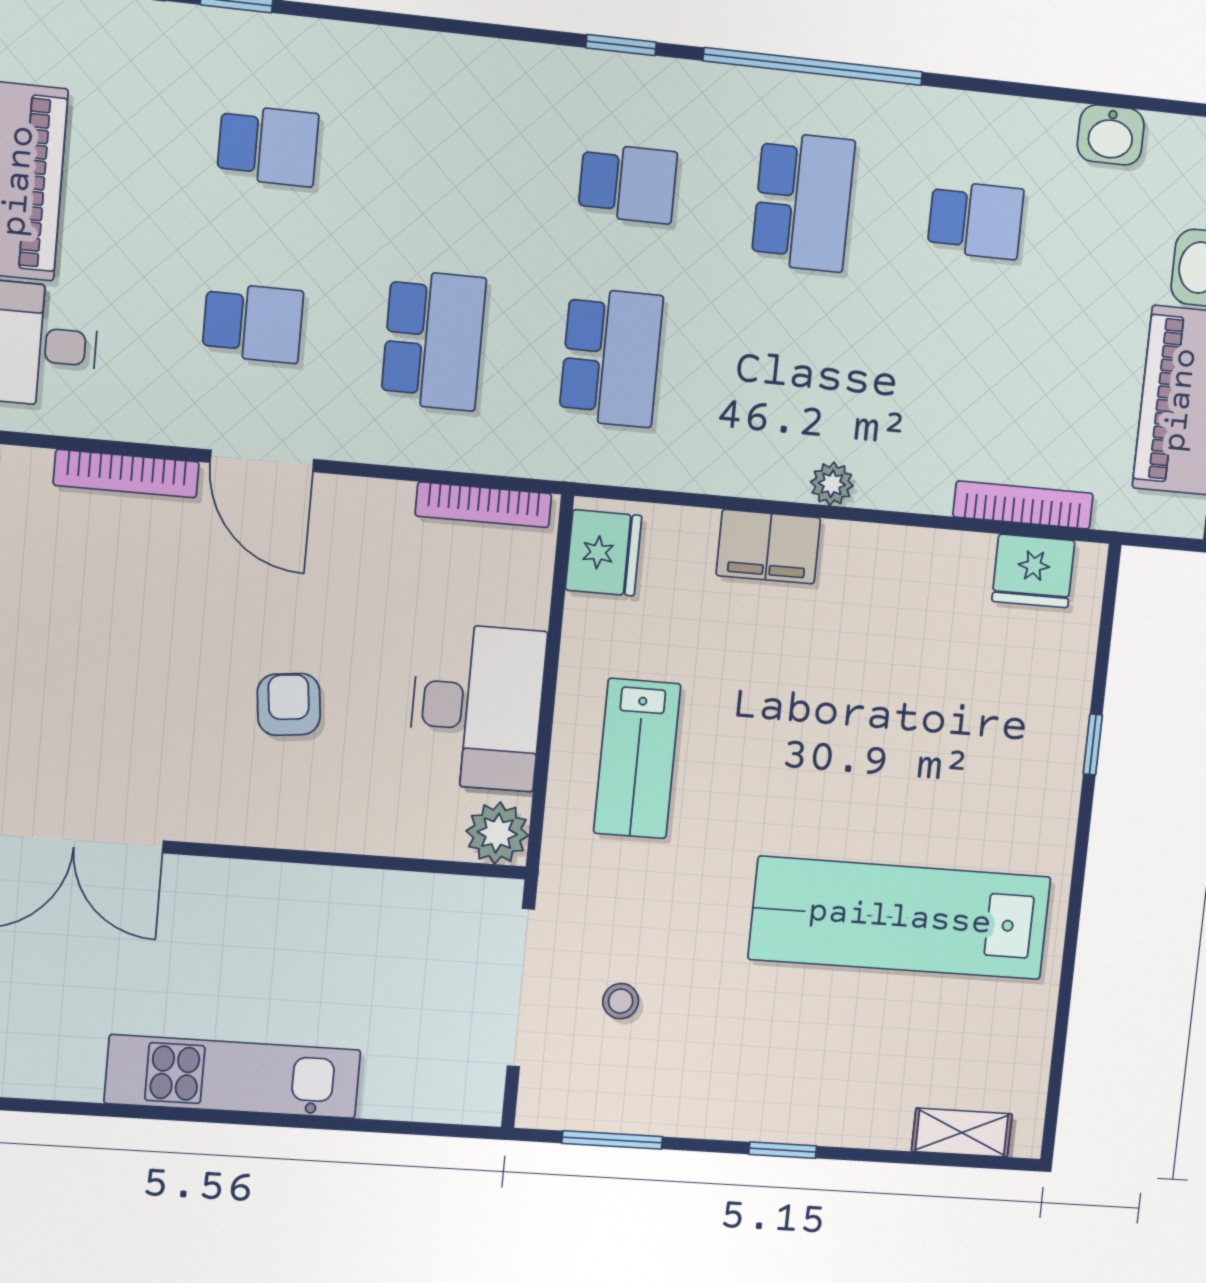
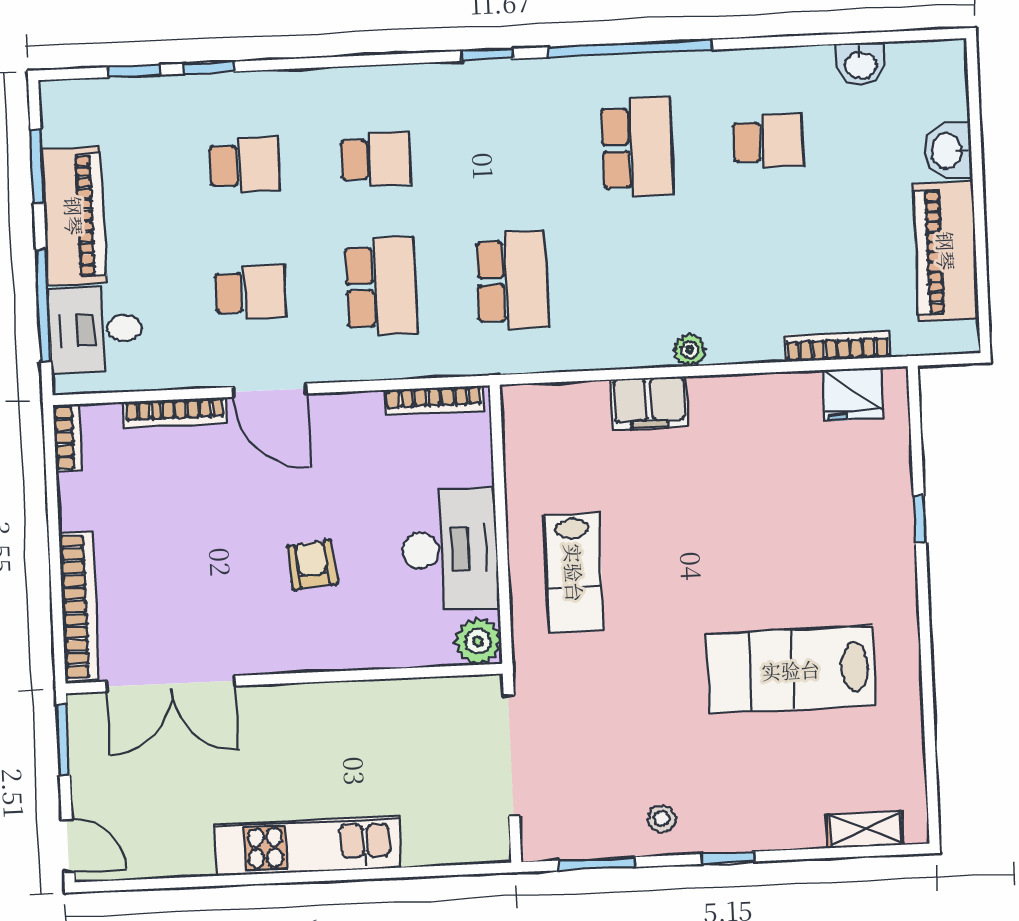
school desk: (628, 183) -> (376, 159), moved
fridge: (604, 553) -> (527, 424), removed
lab bench: (900, 918) -> (791, 670), width x0.73
stool: (621, 1001) -> (662, 819), moved

